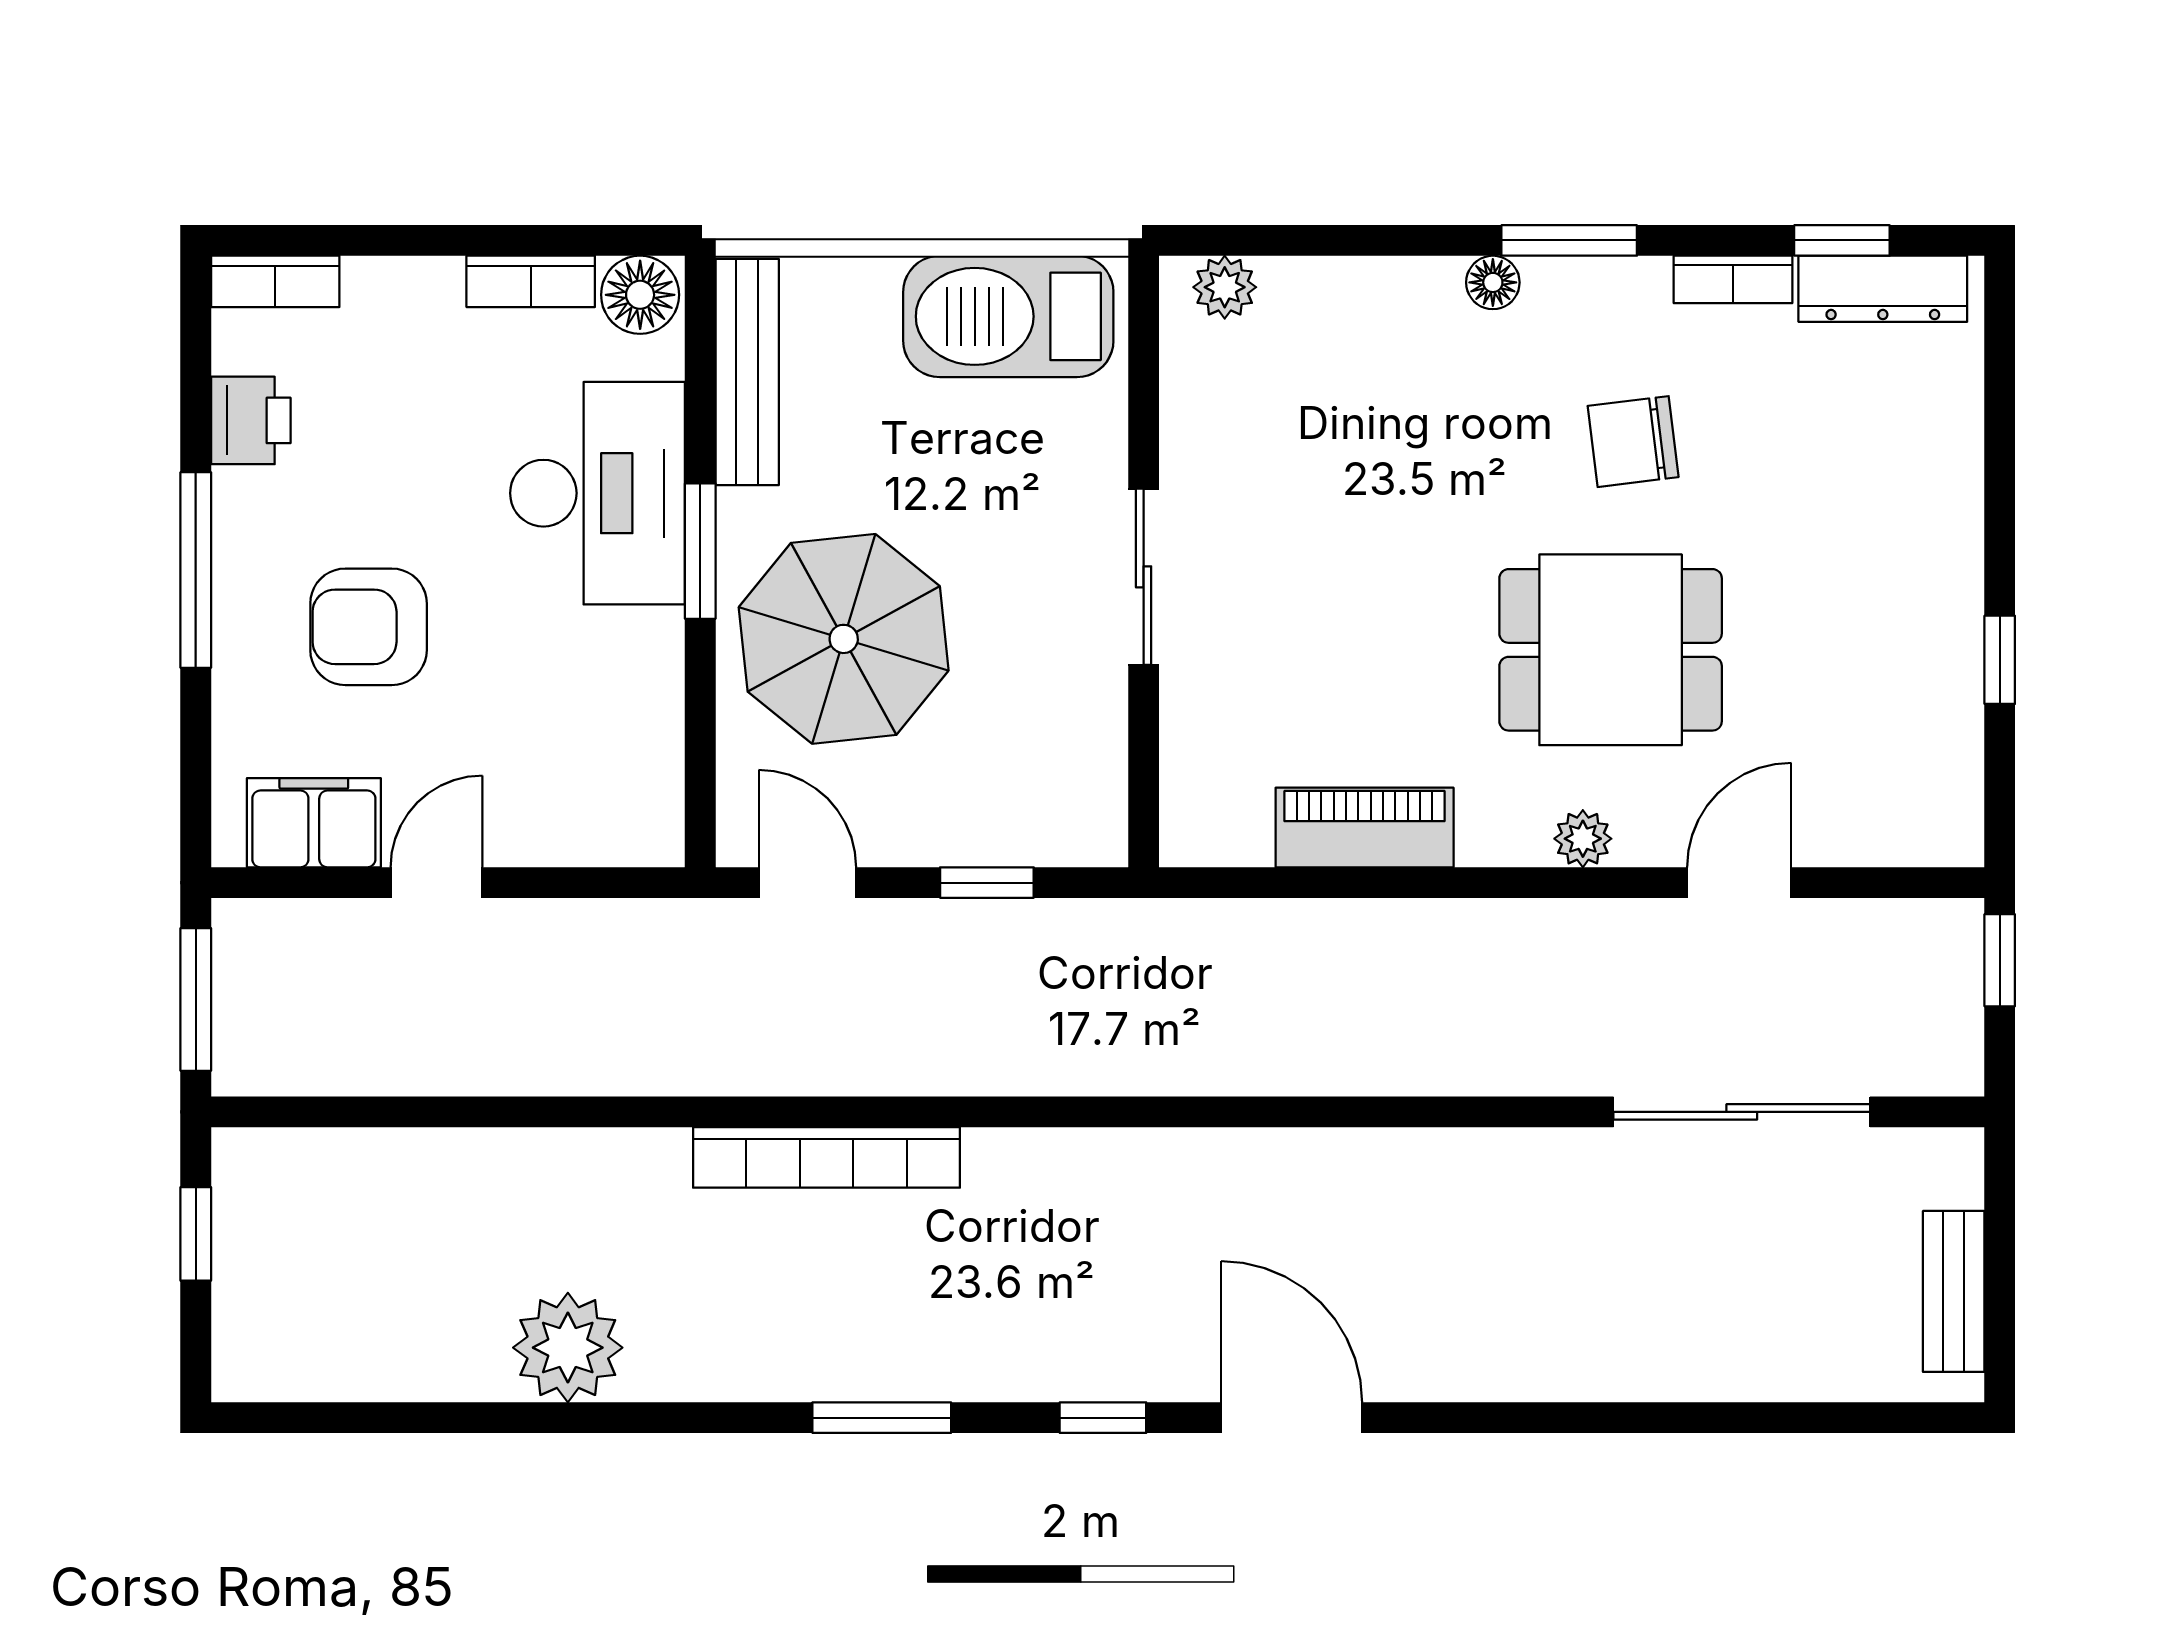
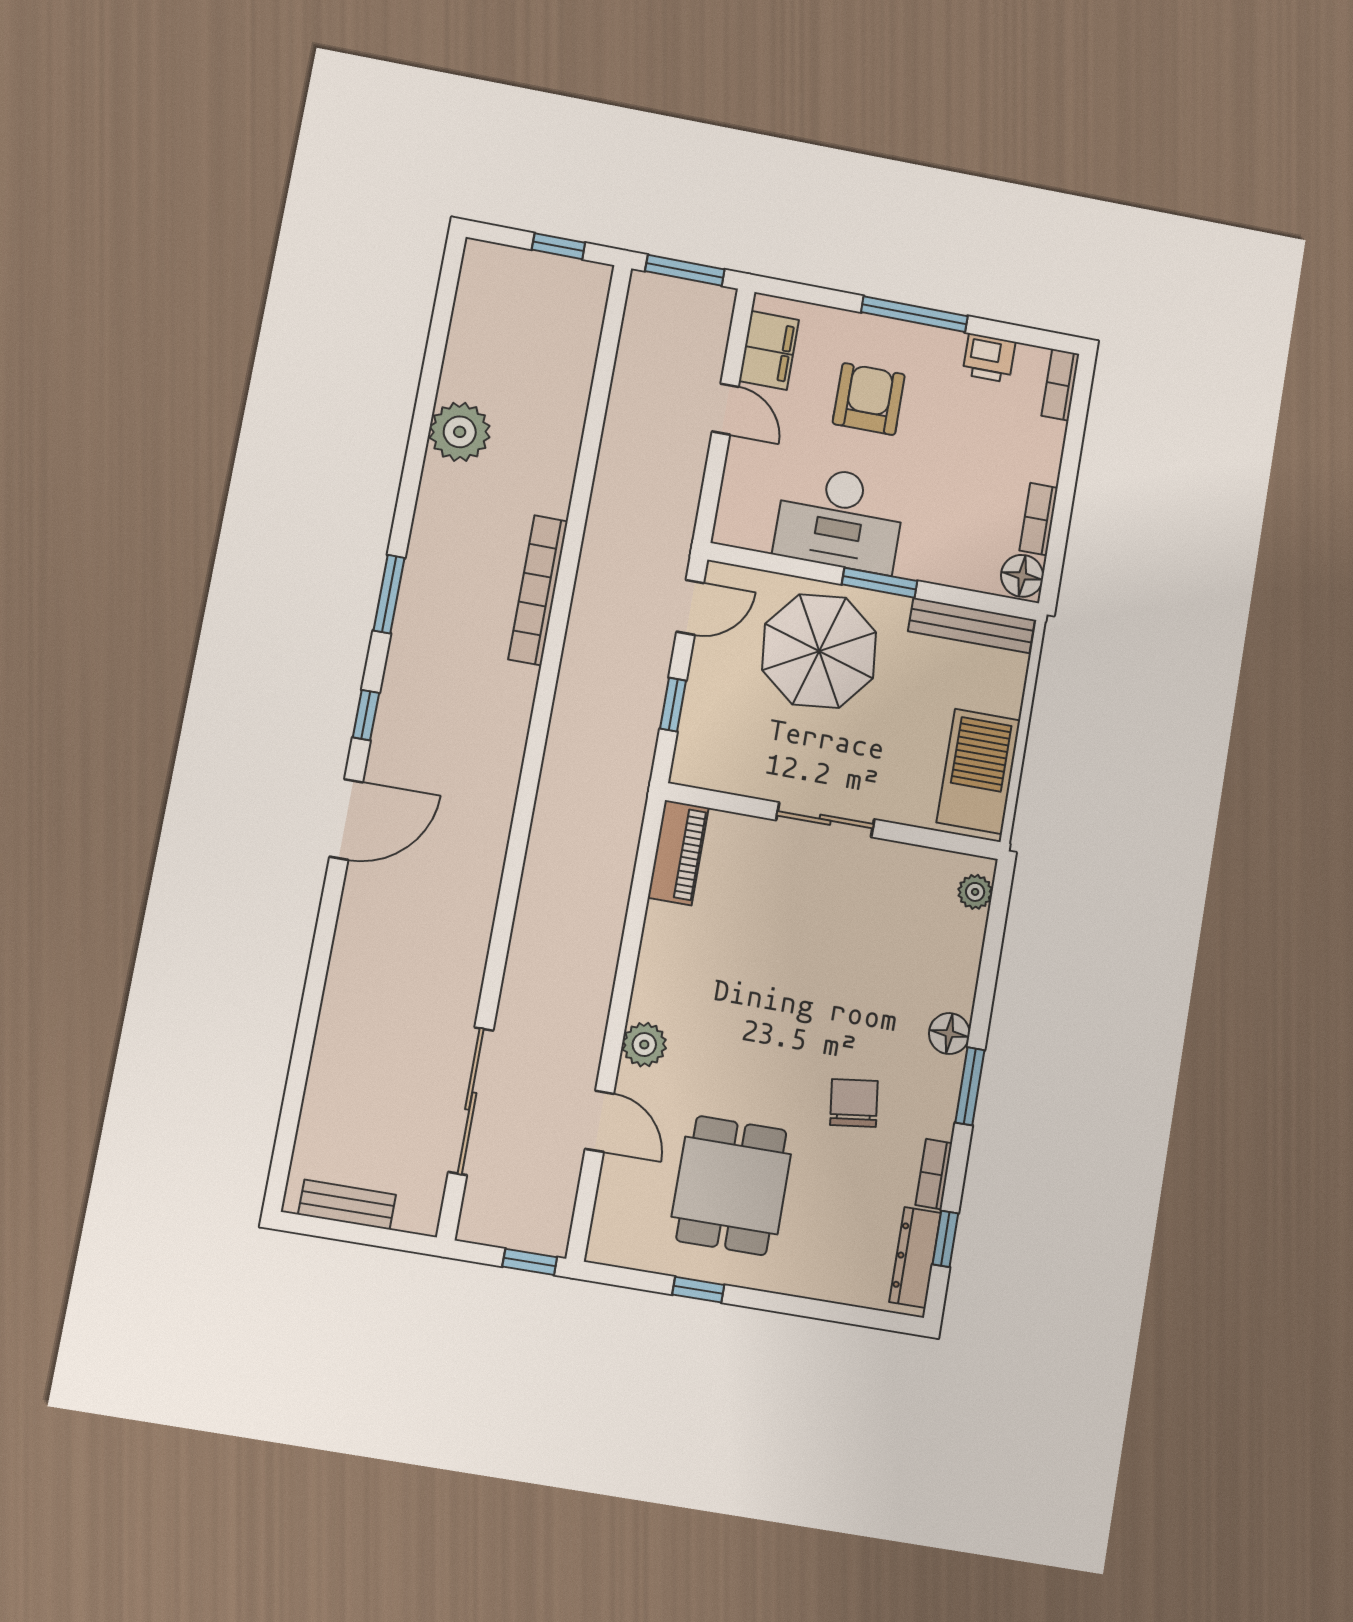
floor lamp: (1493, 282) -> (949, 1034), width x1.37, depth x1.37
desk: (598, 493) -> (840, 519), moved
dining table: (1611, 650) -> (731, 1185), moved
piano: (1365, 827) -> (678, 853), moved
plant: (1583, 839) -> (644, 1045), width x1.38, depth x1.38

